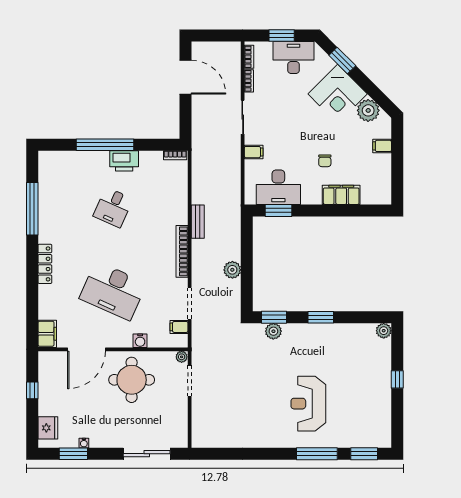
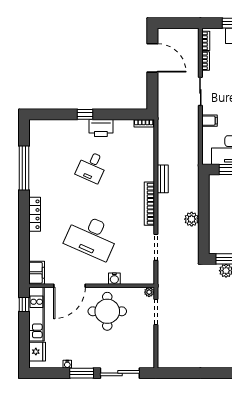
window: (105, 145) -> (85, 114), width x0.32
filing cabinet: (179, 327) -> (147, 267), removed
kitchen unit: (47, 383) -> (37, 314), added
window: (32, 390) -> (24, 305), moved
window: (73, 454) -> (82, 373), moved

